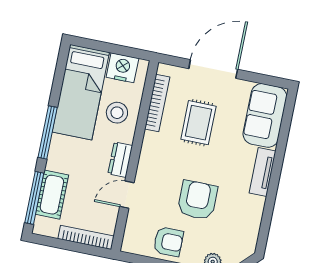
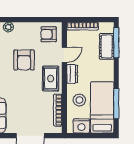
rug: (198, 123) -> (51, 79), moved
window: (48, 132) -> (116, 103), moved
armchair: (168, 242) -> (49, 34), moved

